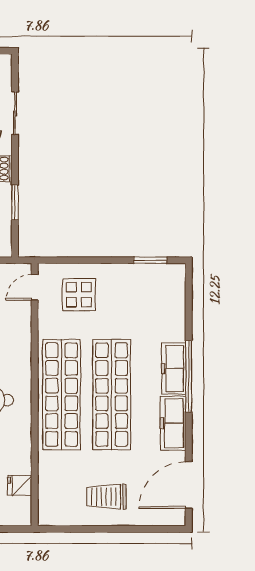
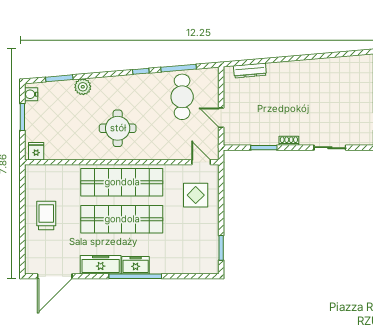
freezer: (174, 368) -> (136, 265), width x0.71
door: (189, 485) -> (55, 276), swing flipped
fridge: (20, 486) -> (36, 151), moved

